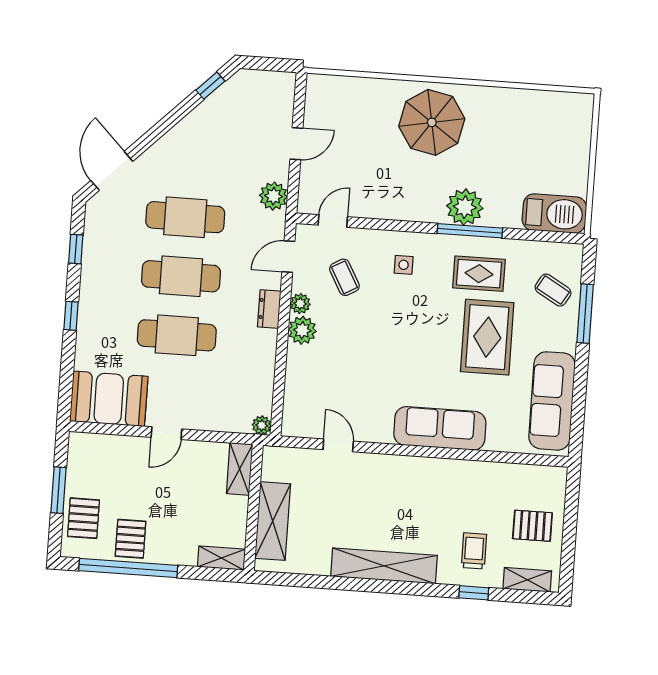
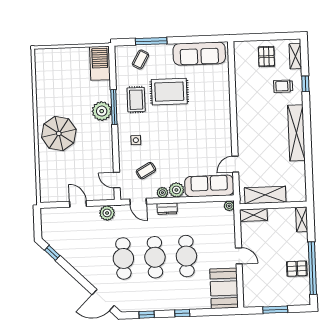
sofa: (440, 428) -> (209, 186), moved, turned 90
pallet: (83, 518) -> (289, 295), removed
shelving: (273, 521) -> (265, 195), moved

